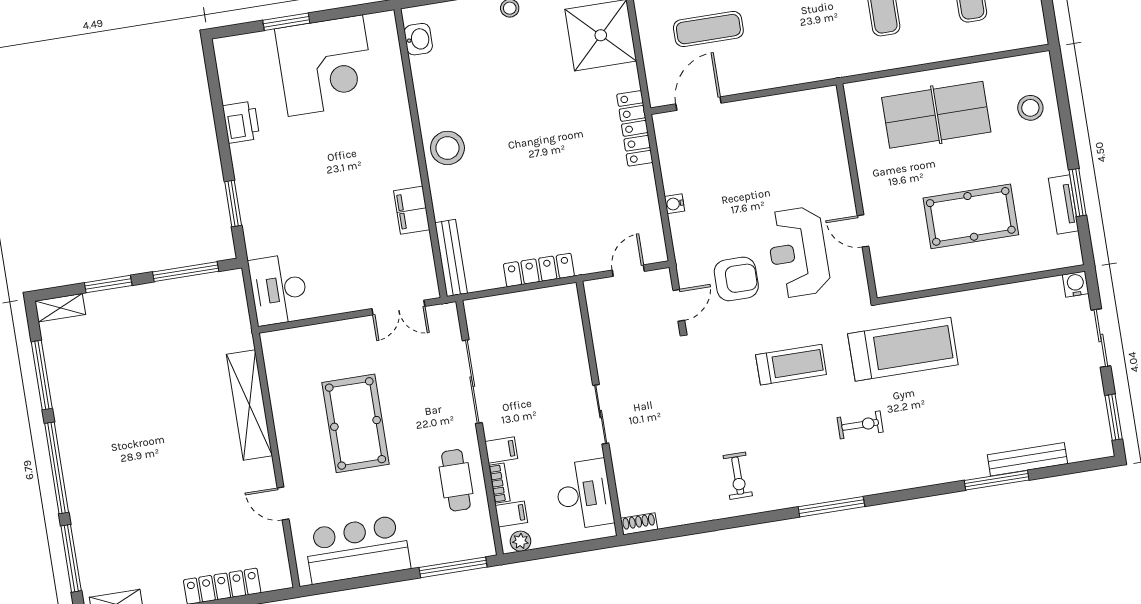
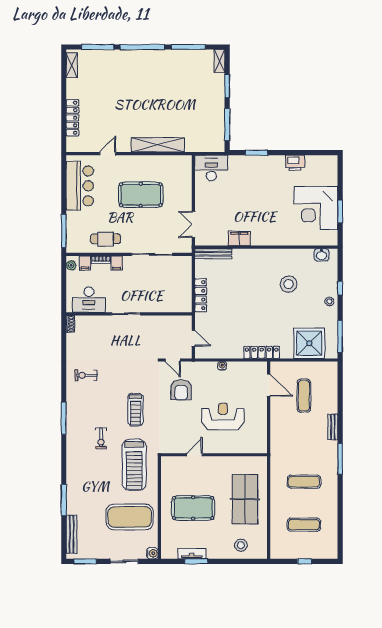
window: (286, 22) -> (340, 211), moved
stool: (447, 148) -> (289, 284), moved
pool table: (971, 216) -> (193, 508), turned 90
reception desk: (798, 252) -> (223, 417), moved
exercise mat: (1010, 342) -> (130, 517), added
bench: (1027, 459) -> (71, 534), moved

